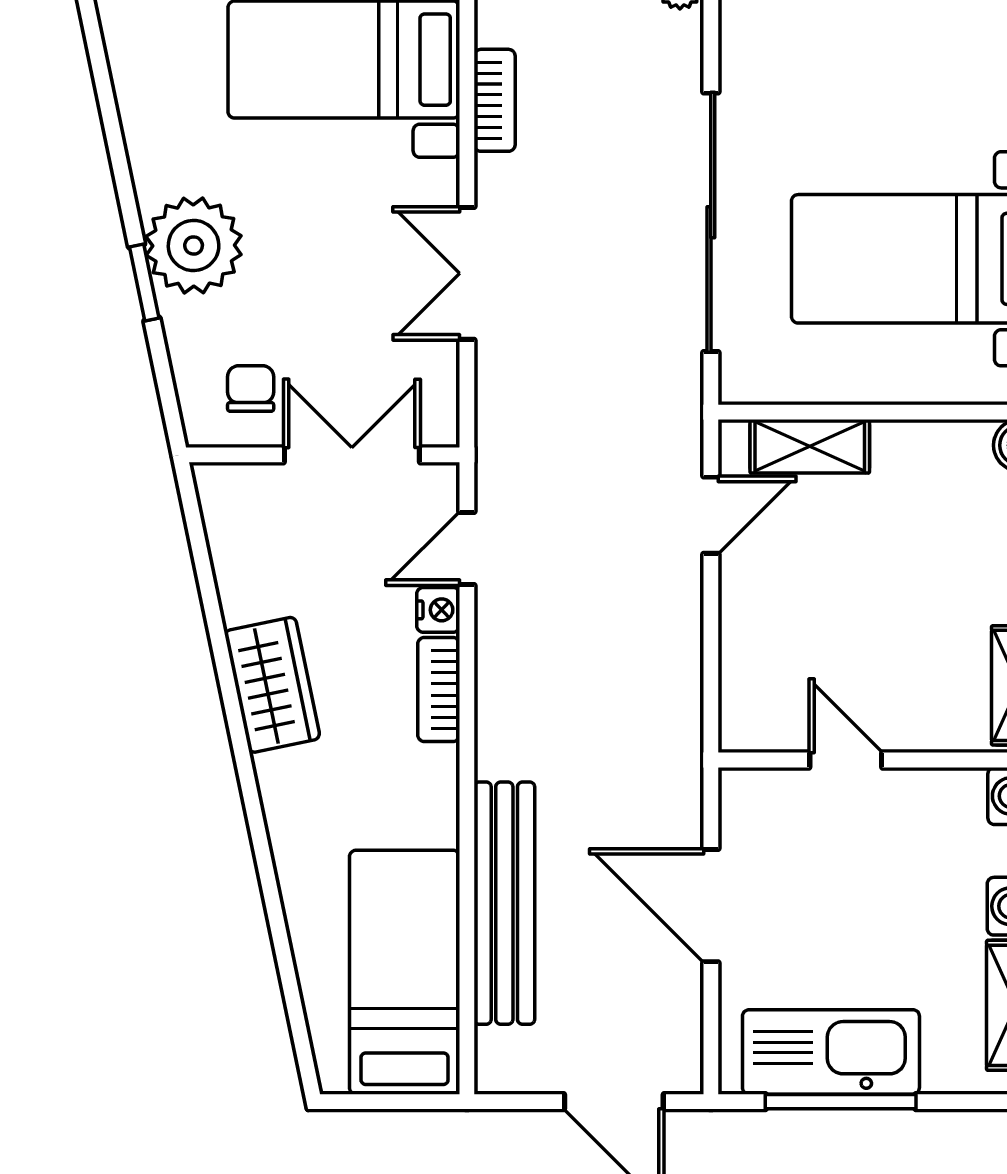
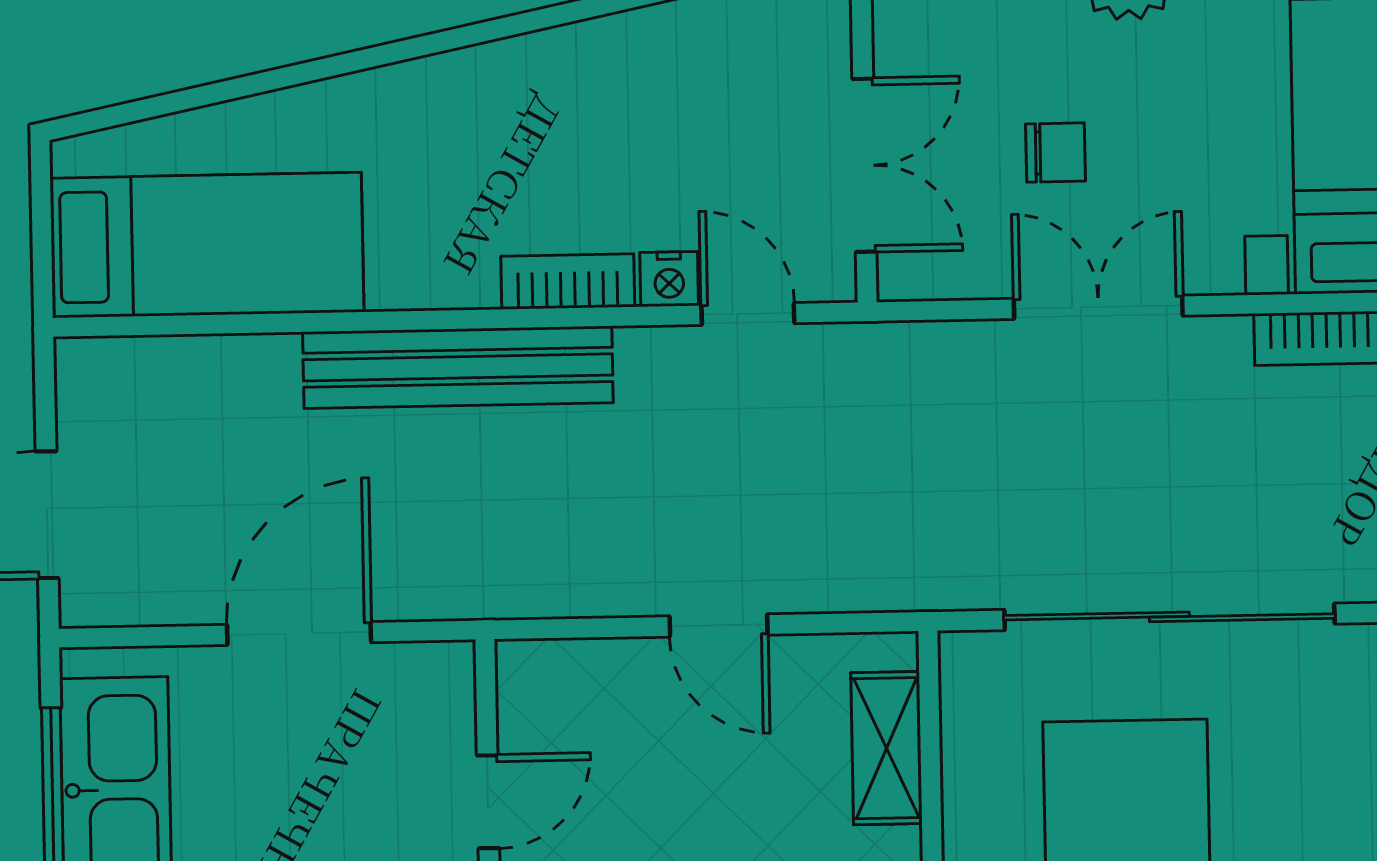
chair: (251, 389) -> (1056, 152), moved
door: (711, 515) -> (719, 625), moved
wardrobe: (272, 685) -> (570, 69), removed
bench: (504, 903) -> (458, 367), moved

